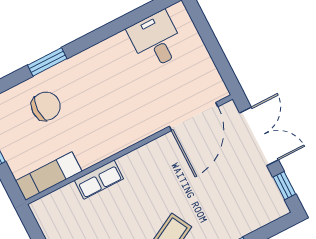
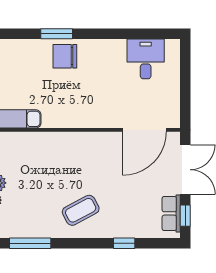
chair: (46, 106) -> (65, 56), moved, turned 180
row of seats: (99, 180) -> (171, 213), moved, turned 90

